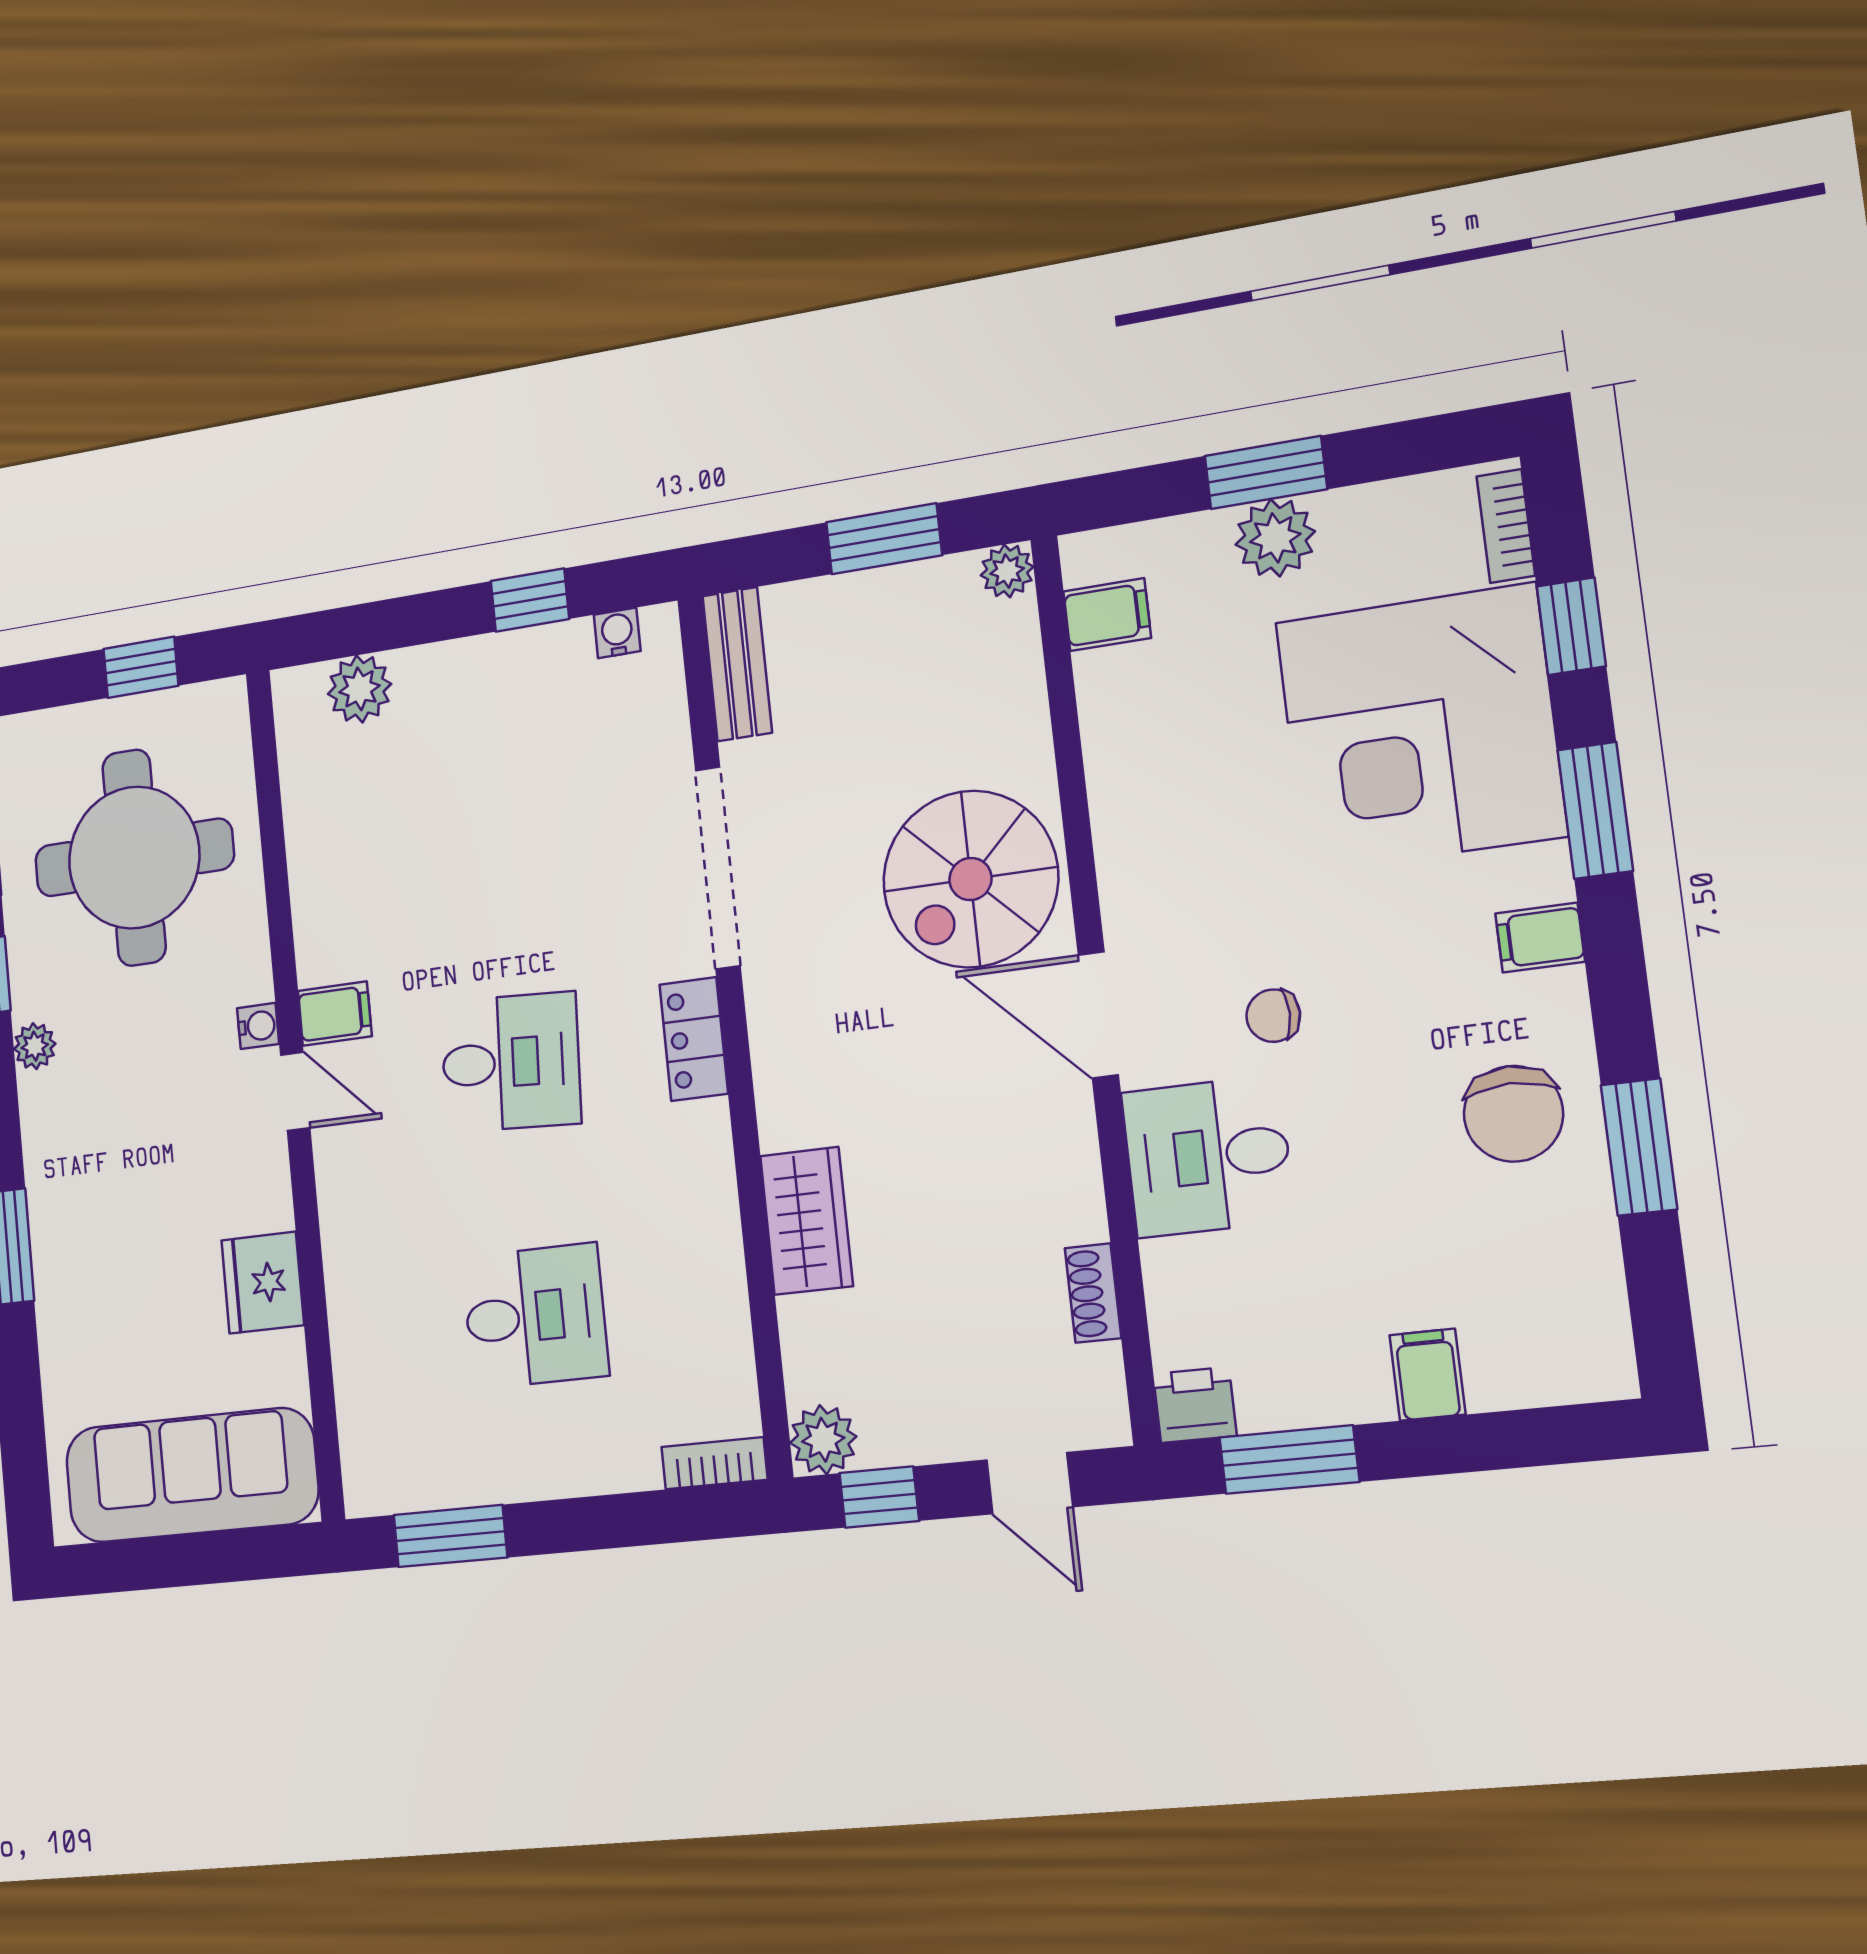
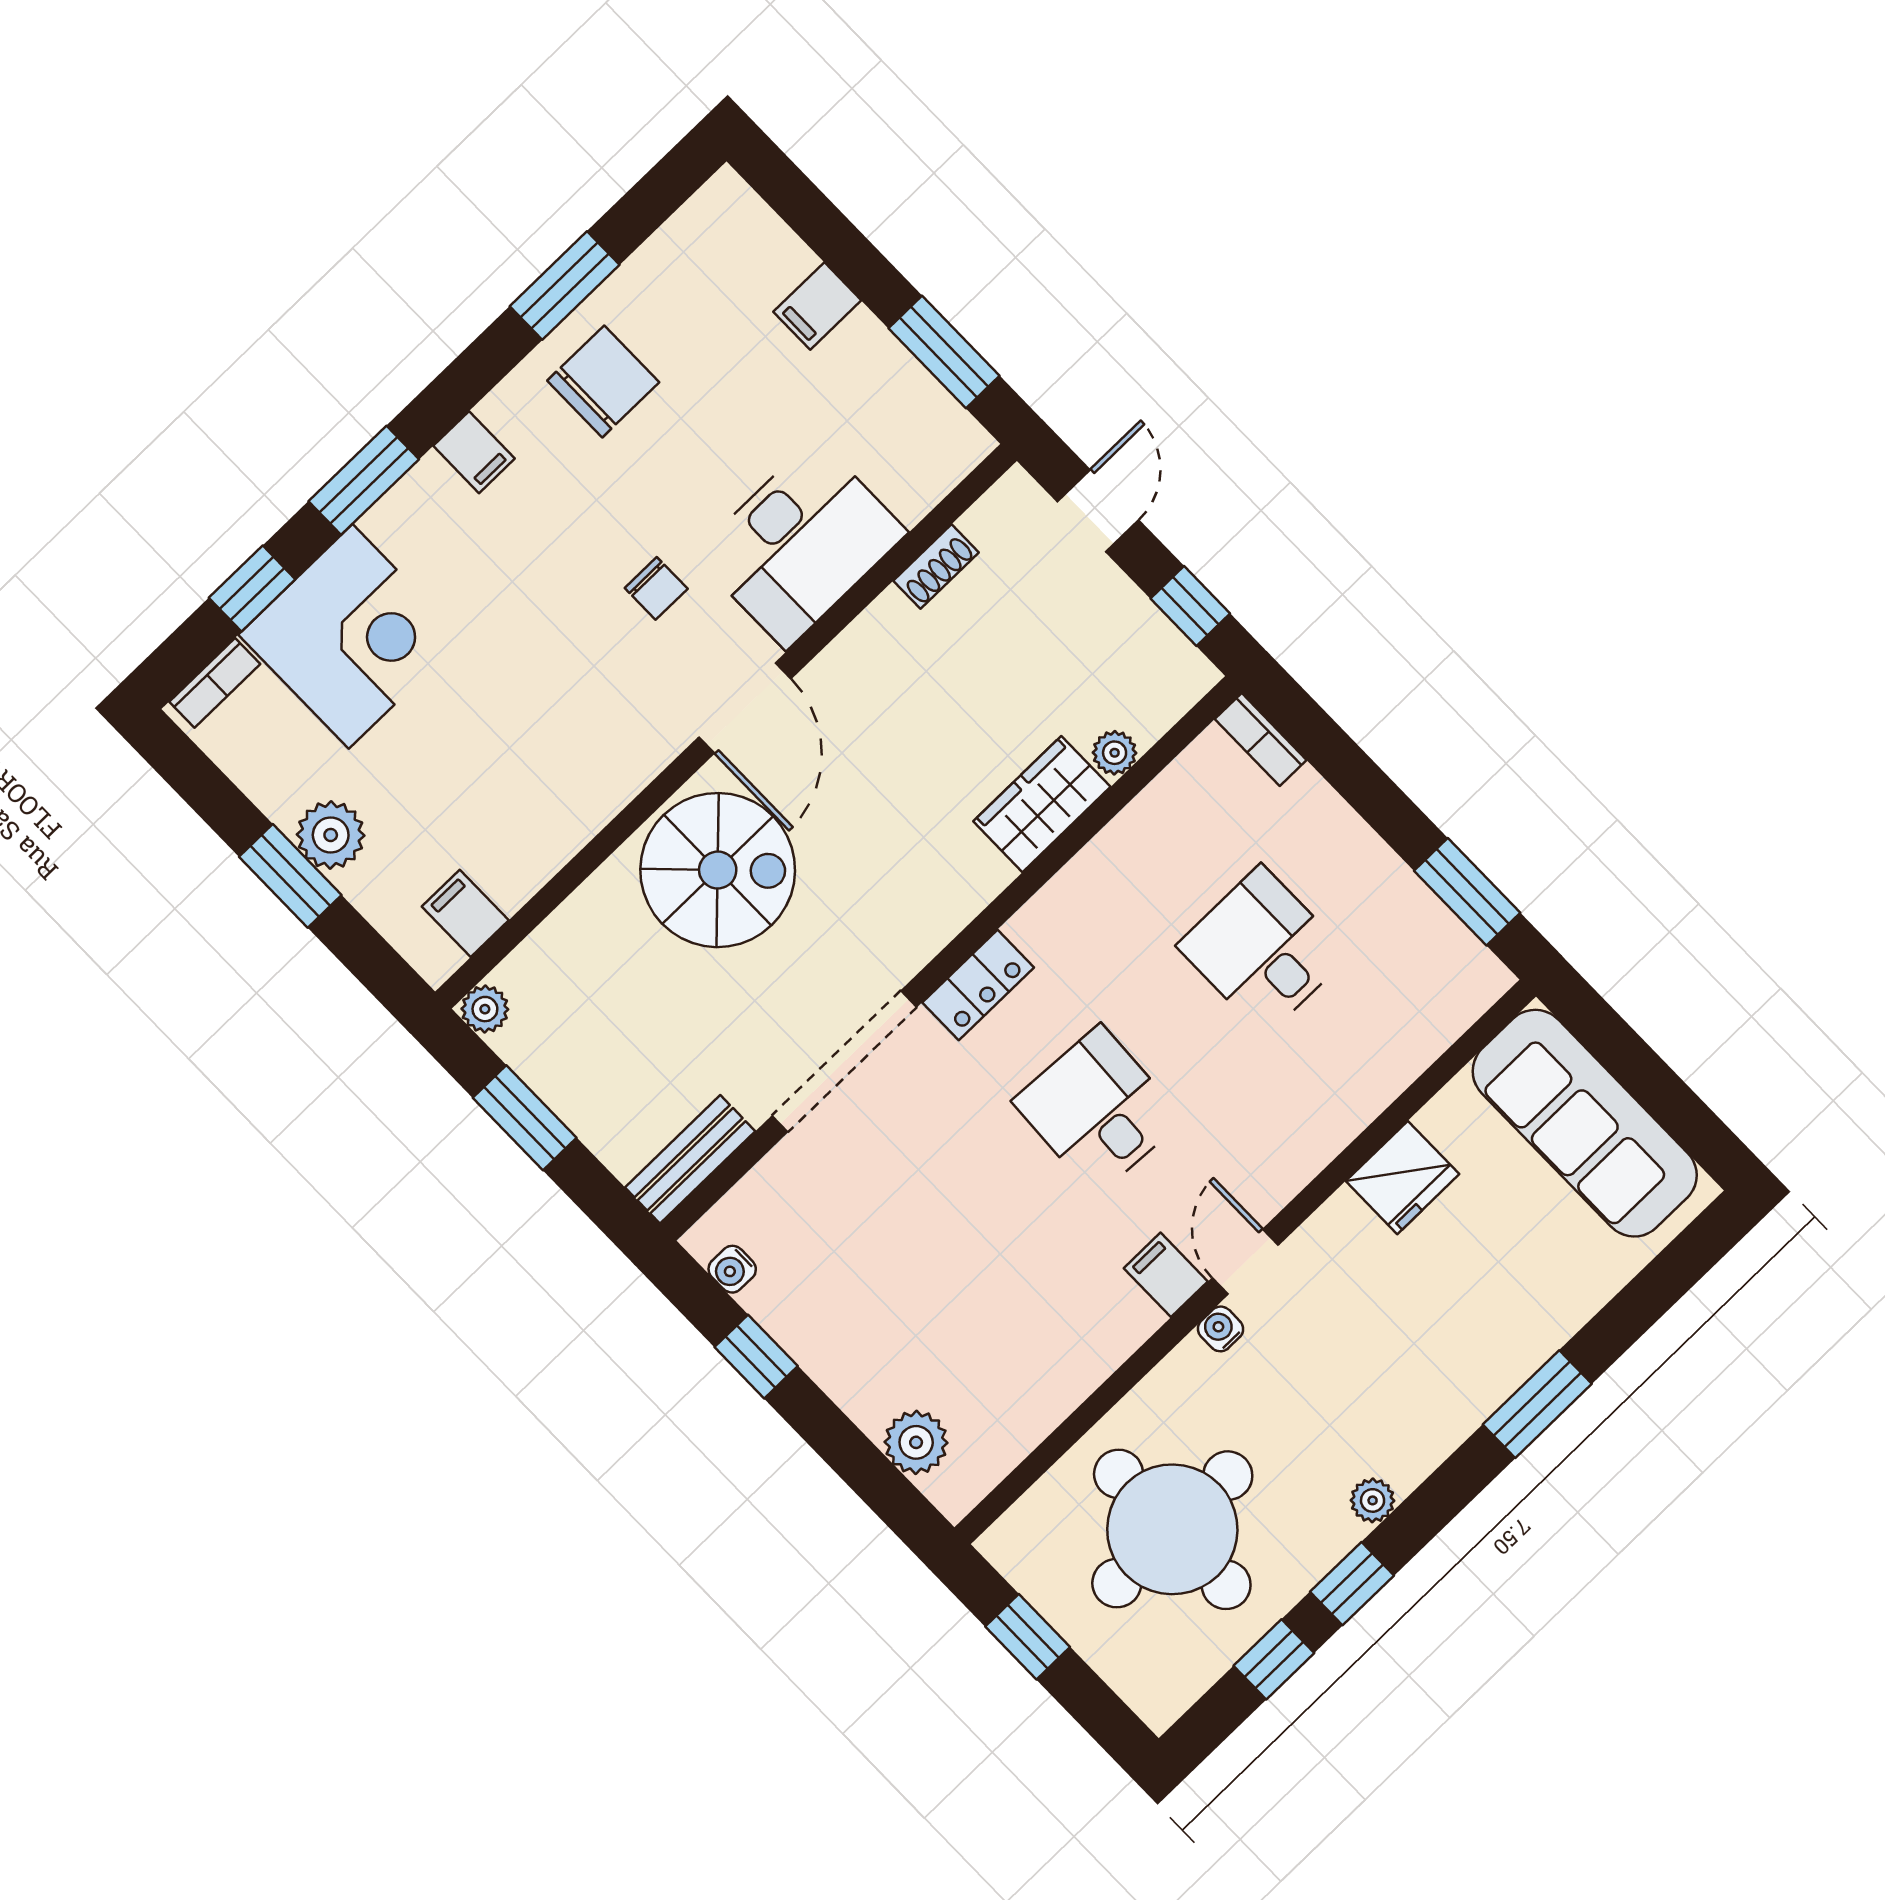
corner desk: (1420, 728) -> (351, 636), width x0.74, depth x0.74
desk: (1208, 1156) -> (801, 544), width x1.37
printer: (1195, 1405) -> (957, 441), removed
plant: (823, 1440) -> (1115, 753), moved, width x0.73, depth x0.73

